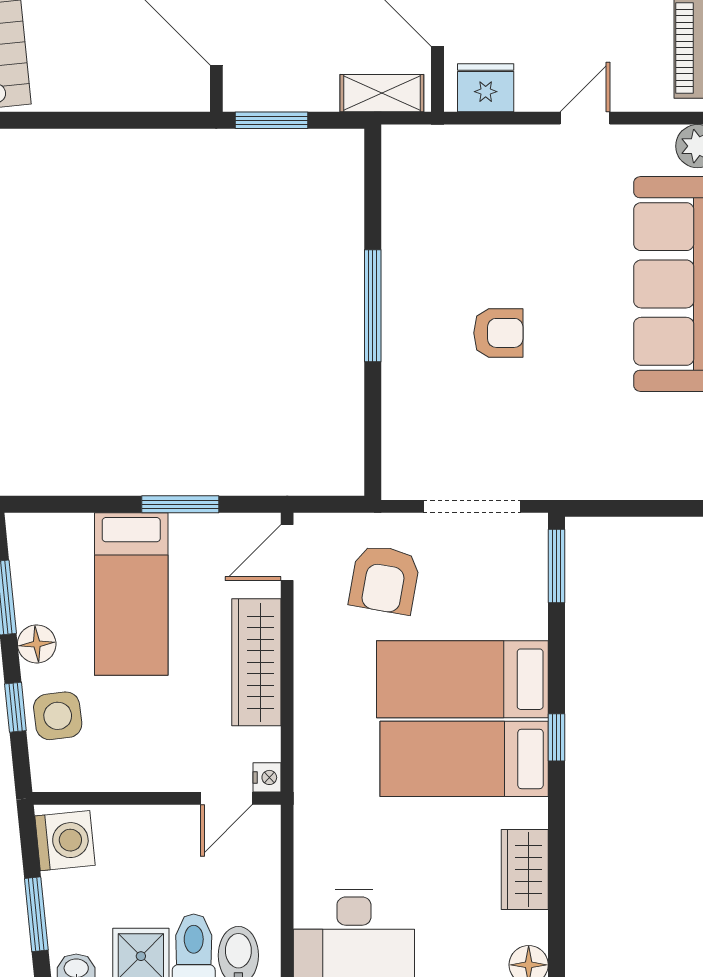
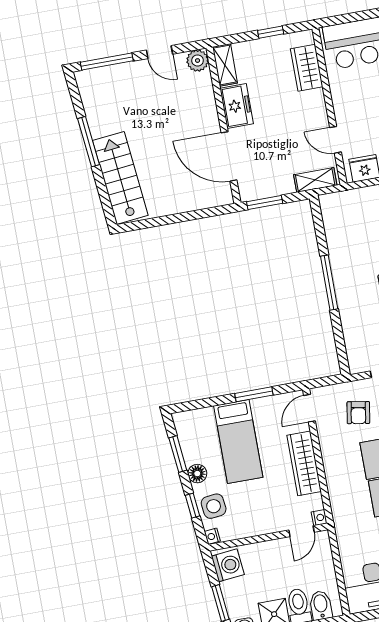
armchair: (385, 579) -> (358, 413), width x0.72, depth x0.72
nightstand: (44, 776) -> (212, 536), added

